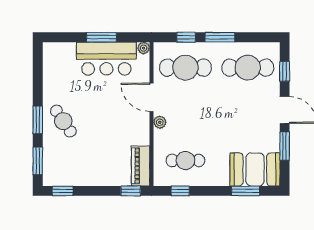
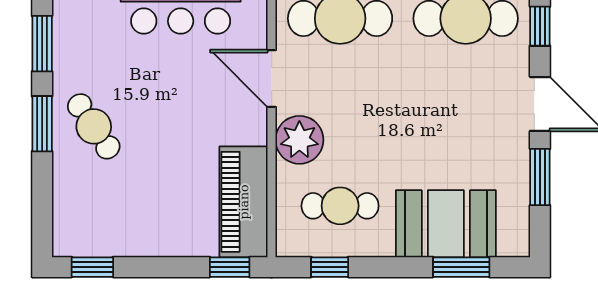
plant: (160, 122) -> (299, 140), width x1.88, depth x1.88
window: (38, 161) -> (42, 44), moved
piano: (141, 166) -> (244, 202), width x1.37, depth x1.33
booth: (255, 169) -> (446, 224), moved

